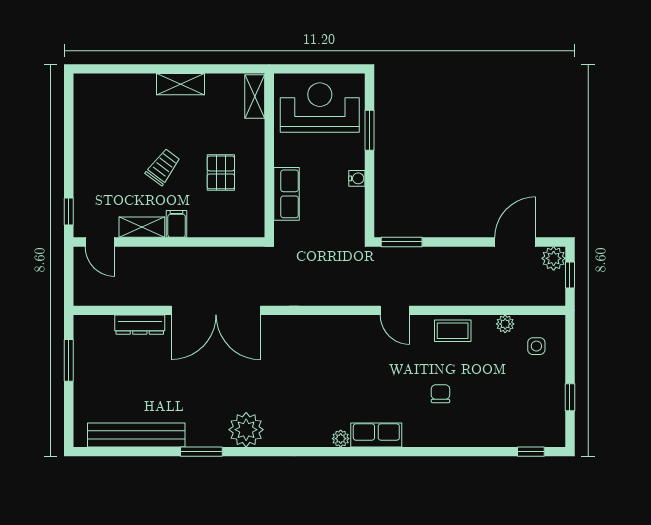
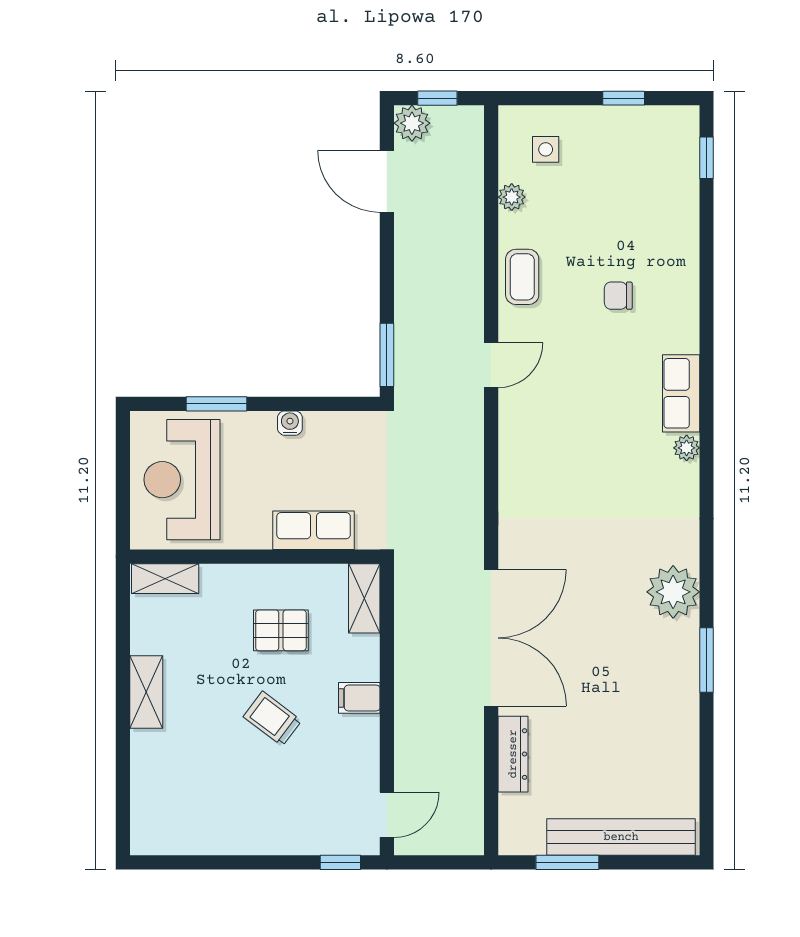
shelving: (142, 227) -> (364, 598), moved
bench: (136, 435) -> (621, 837), moved, turned 90

